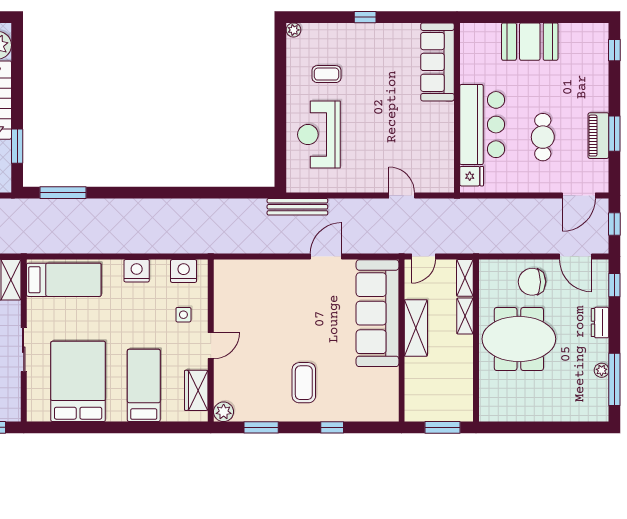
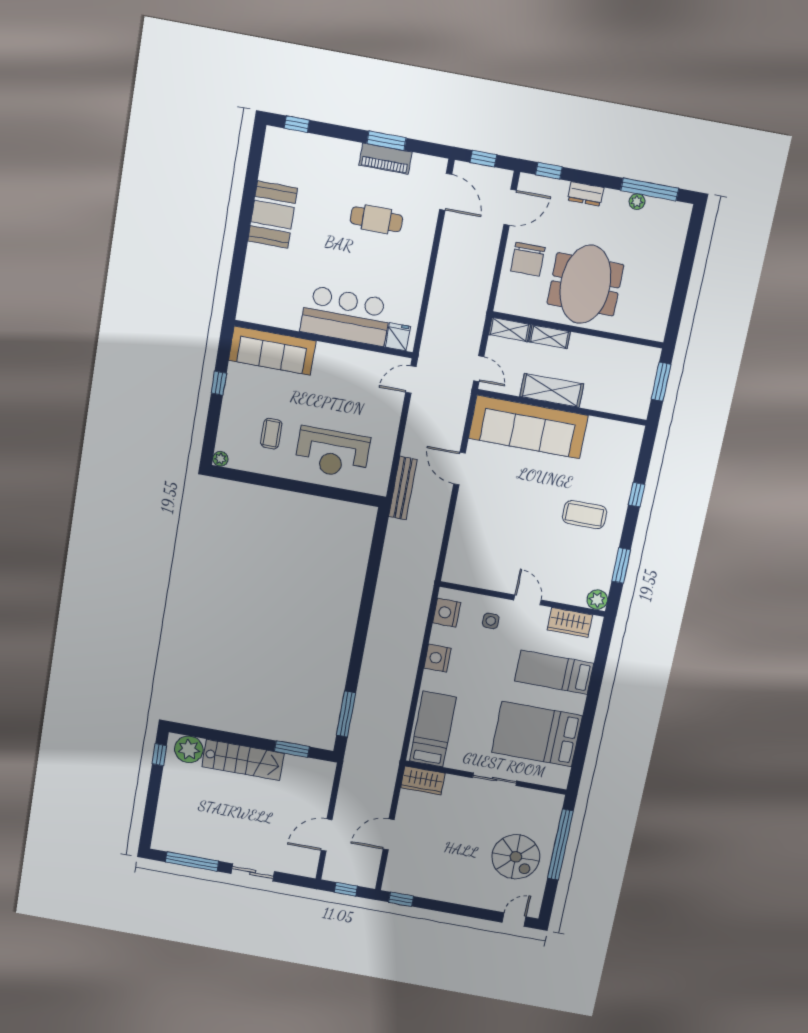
sofa: (437, 62) -> (272, 351), moved
wall: (457, 108) -> (324, 339), moved
bar counter: (482, 125) -> (346, 316), moved
fridge: (472, 176) -> (398, 337), moved

